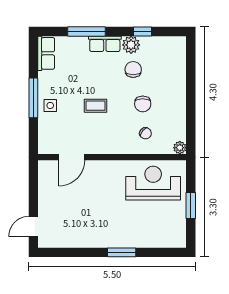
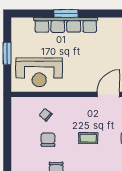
plant: (180, 148) -> (17, 102), removed
row of seats: (122, 239) -> (66, 25), added

